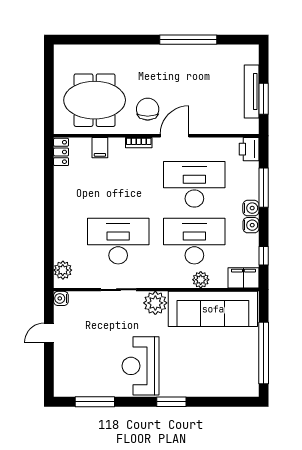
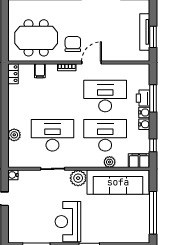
printer: (249, 149) -> (143, 98), moved
plant: (63, 270) -> (14, 135), moved

